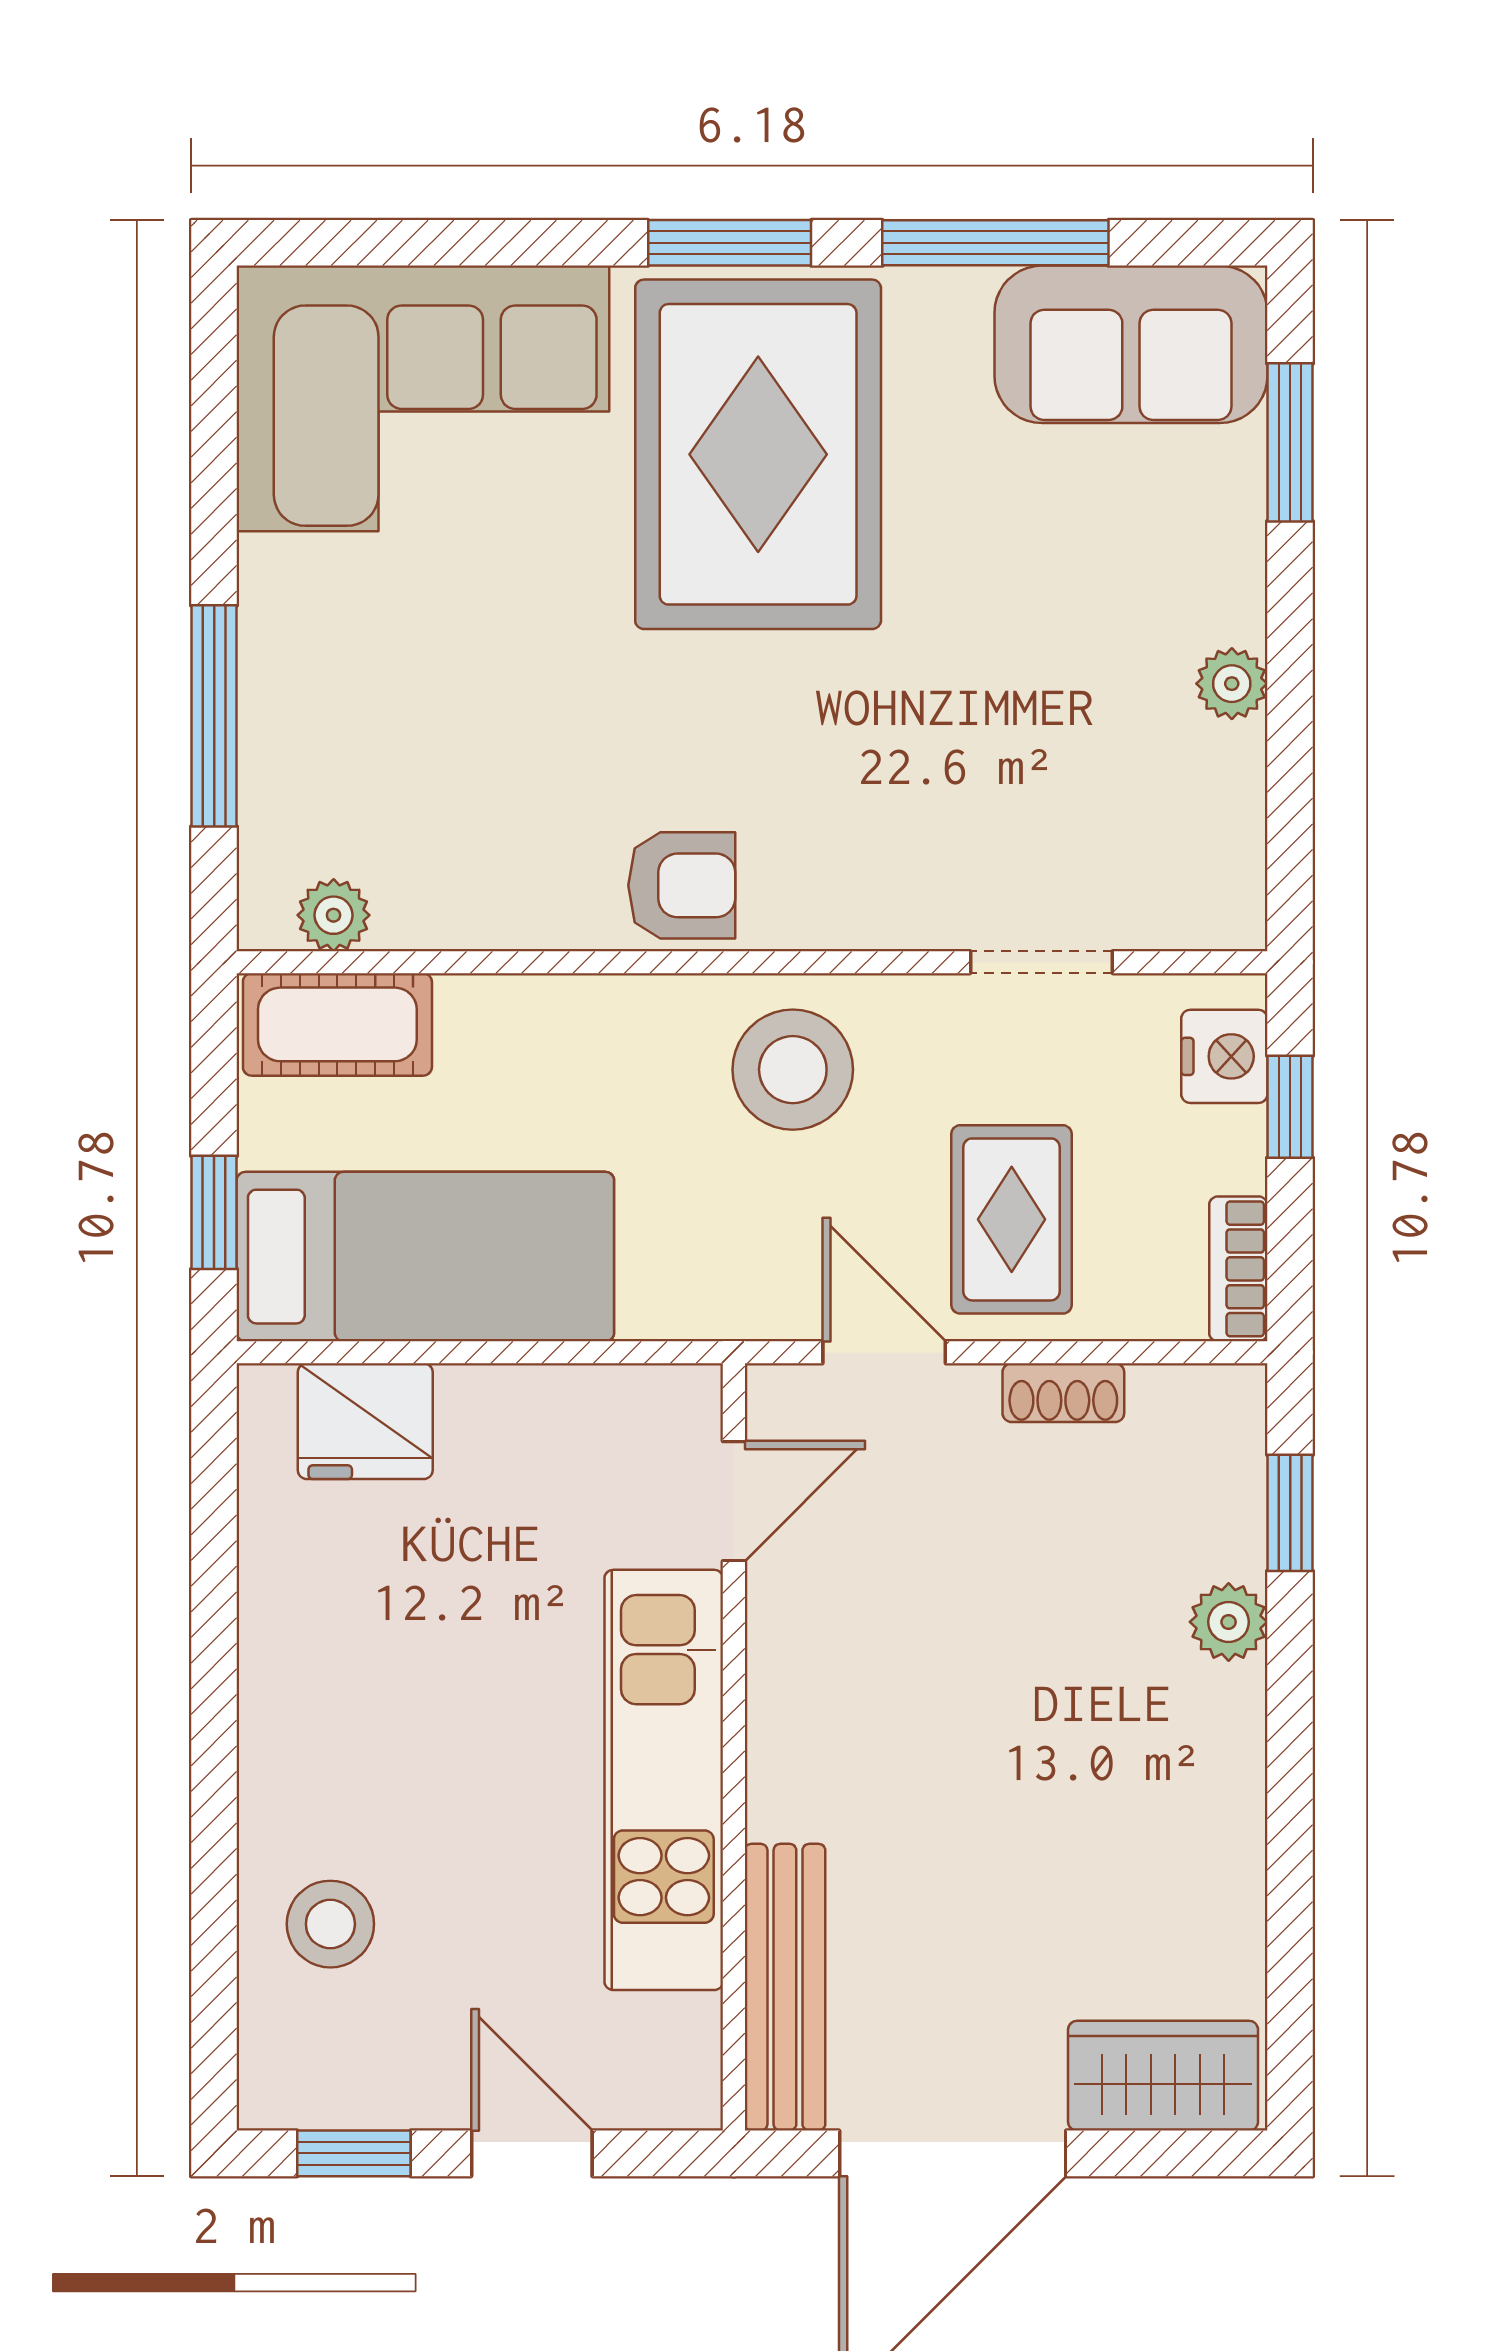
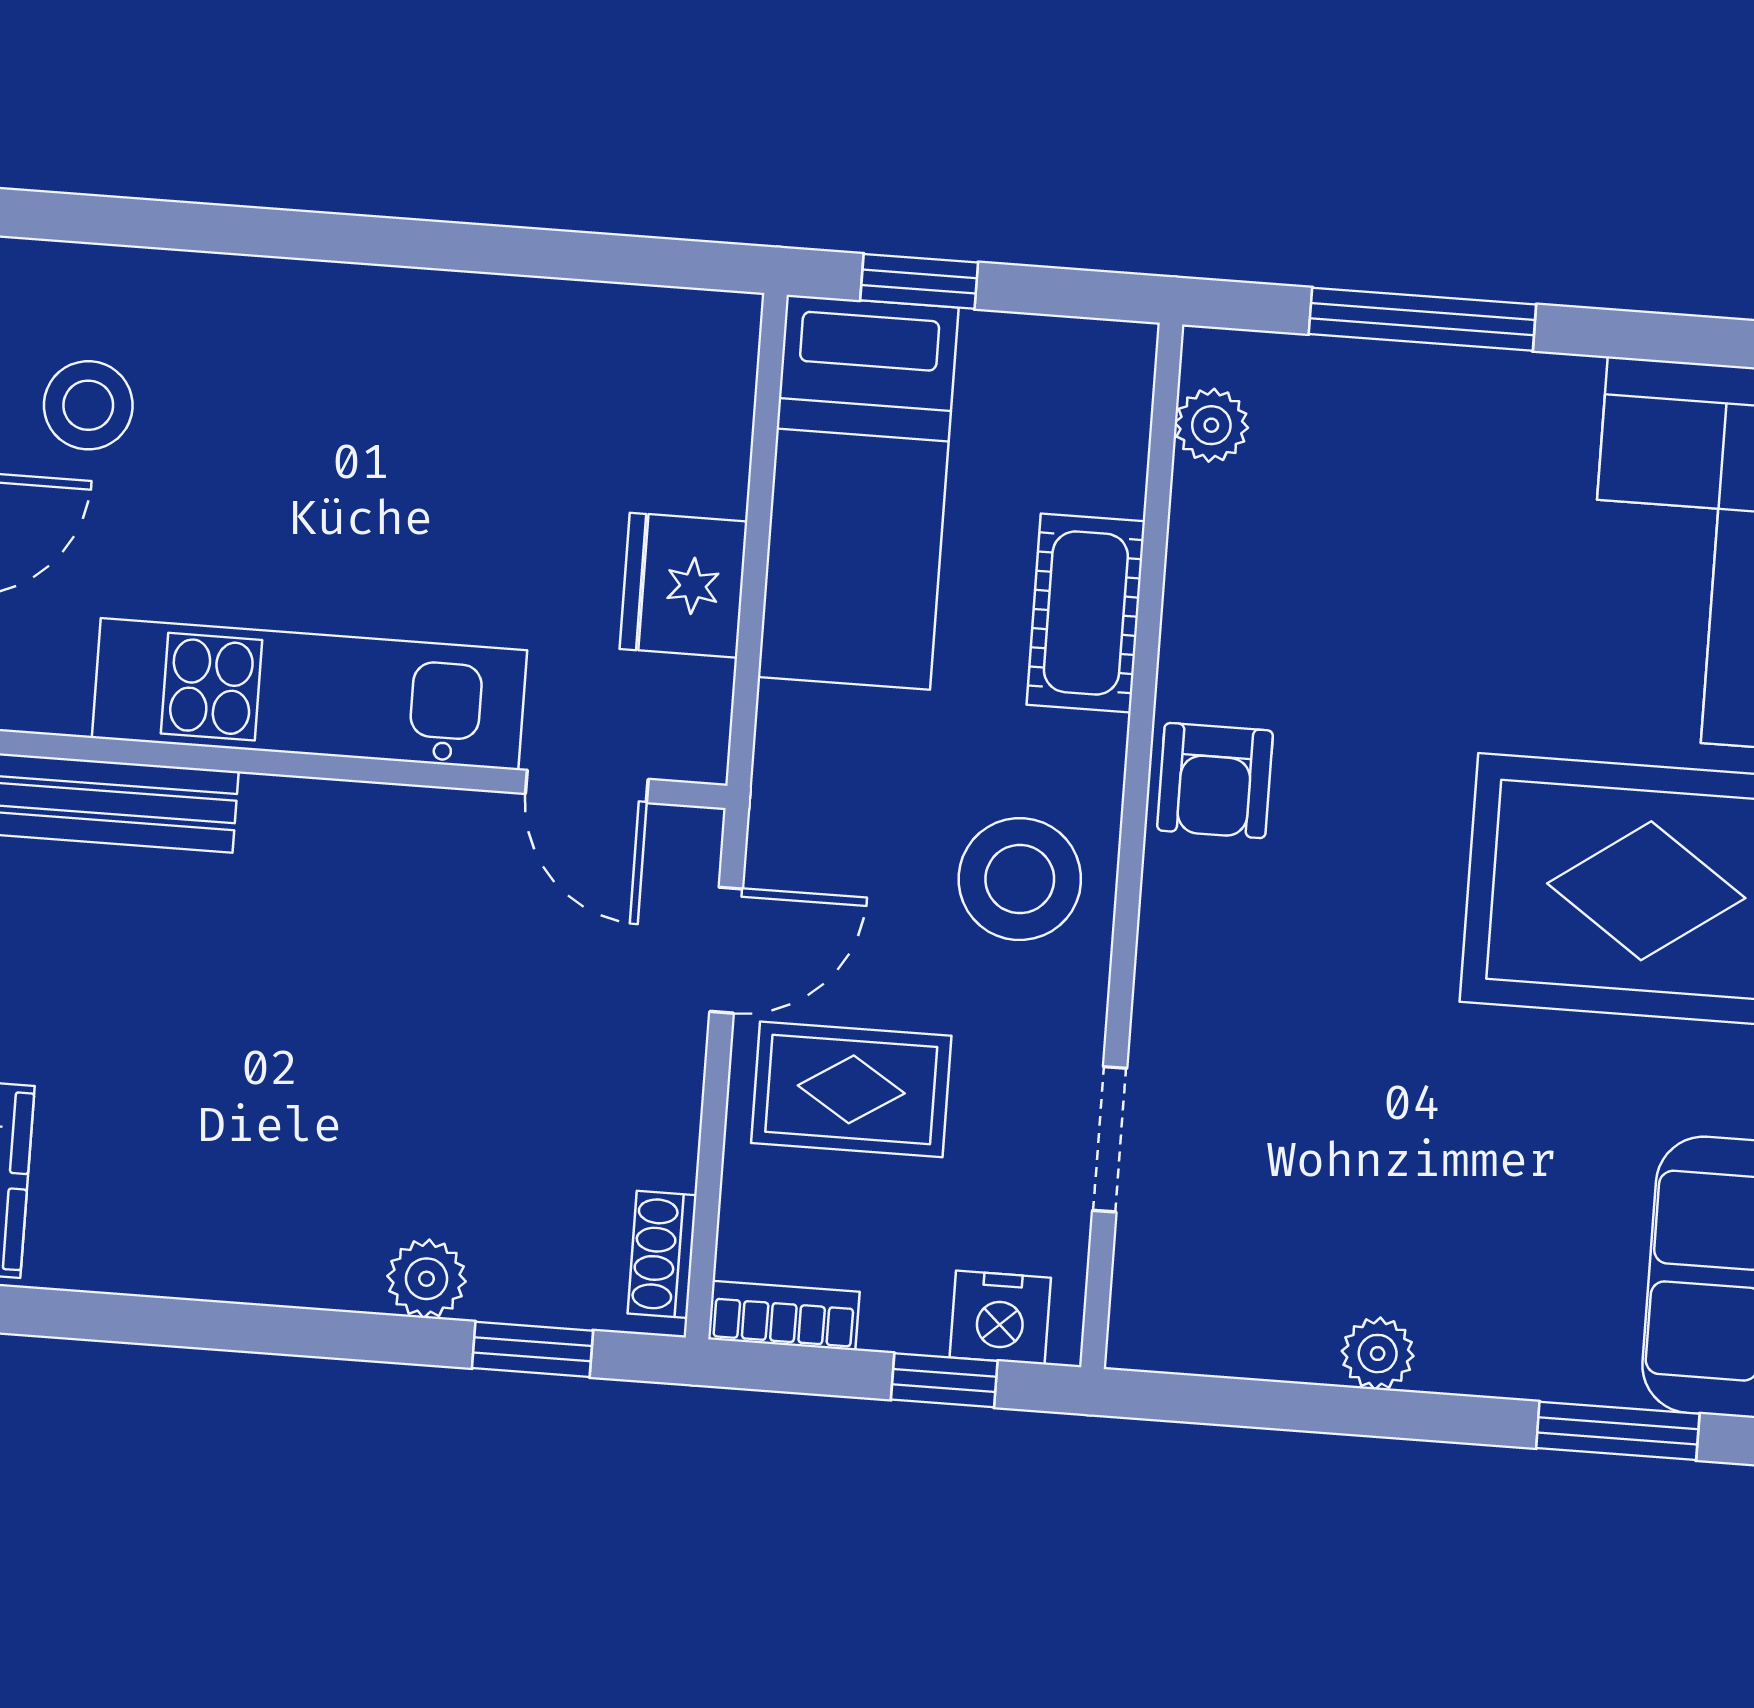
cot: (337, 1024) -> (1086, 613), moved
shoe rack: (1063, 1393) -> (662, 1254), moved
fridge: (365, 1421) -> (683, 585), moved
stool: (330, 1924) -> (88, 405), moved

